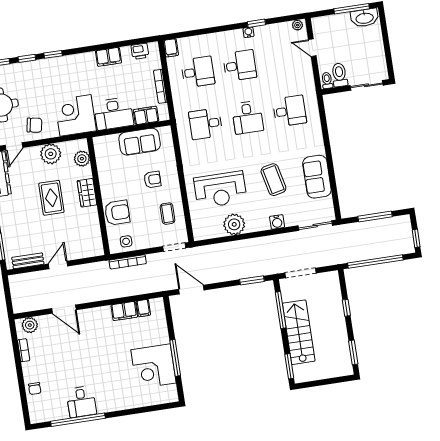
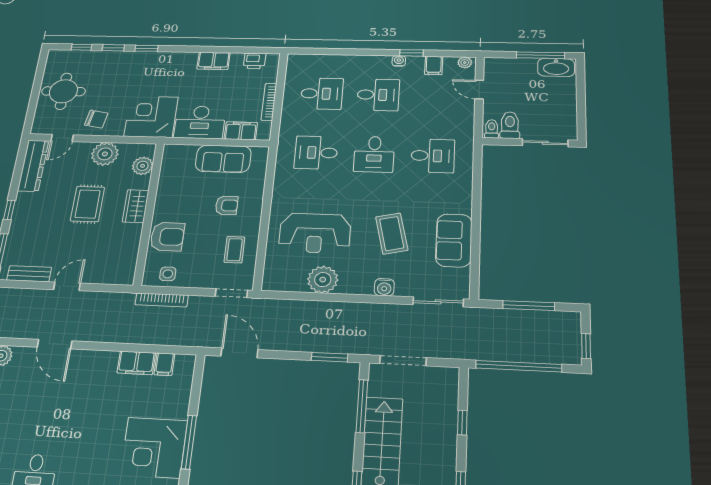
filing cabinet: (171, 48) -> (434, 66), moved

